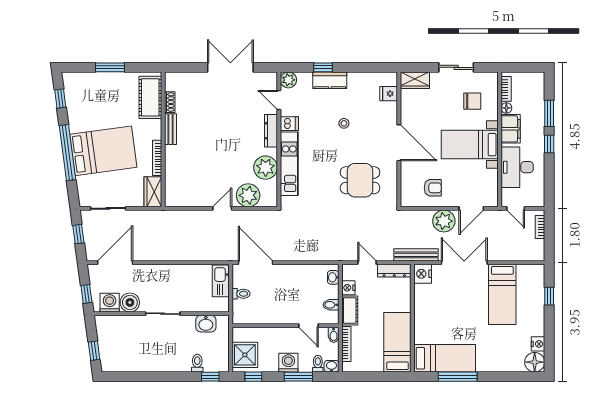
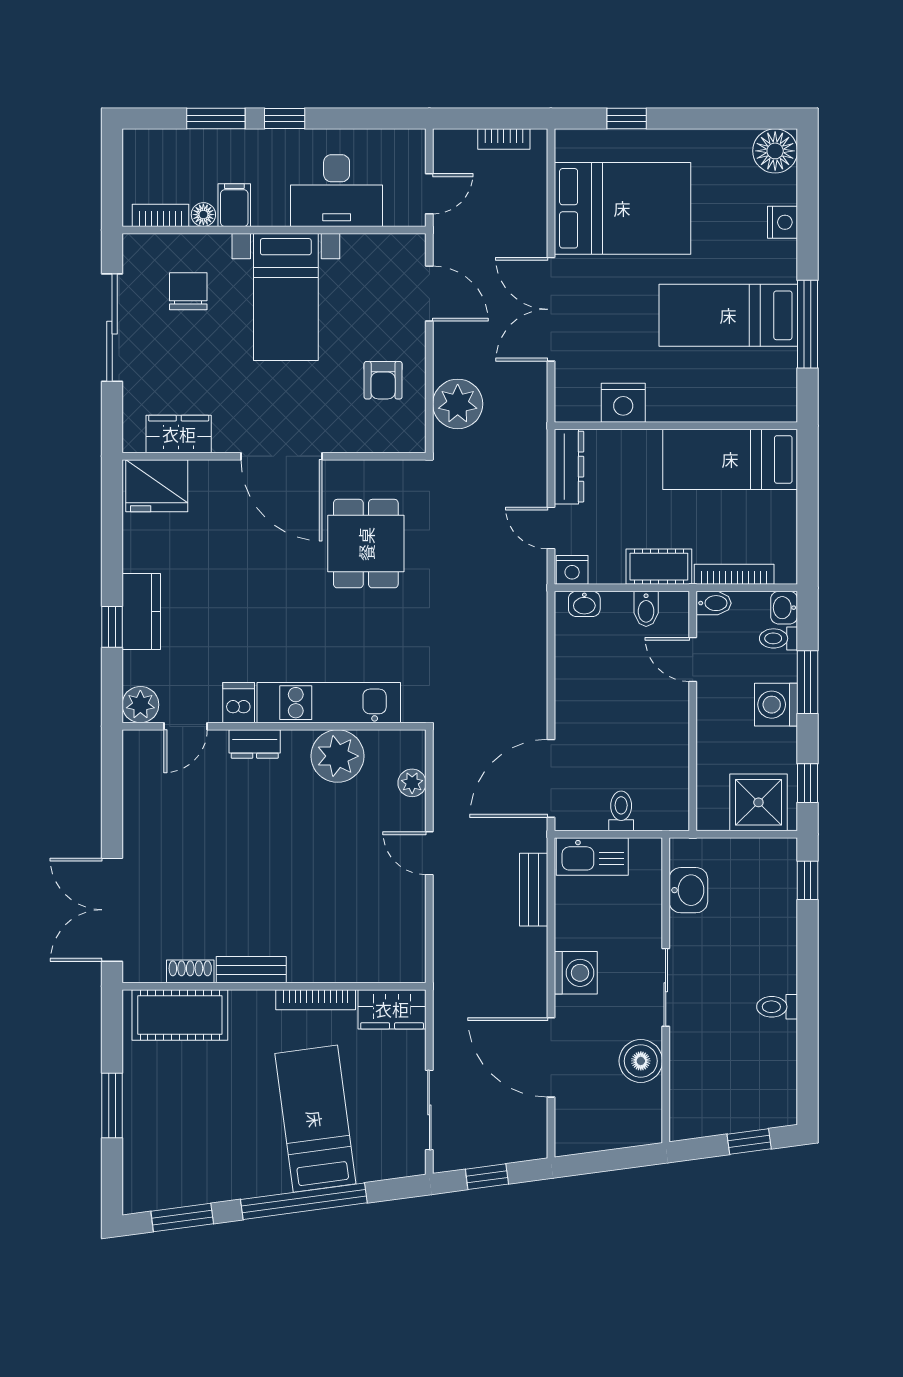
double door: (230, 67) -> (112, 910), moved
sliding door: (456, 67) -> (112, 328), width x1.37
wardrobe: (415, 80) -> (179, 434), moved, turned -90
fridge: (389, 94) -> (157, 486), width x1.88, depth x1.34
window: (60, 98) -> (182, 1217), width x1.50
stool: (344, 123) -> (238, 580), removed
filing cabinet: (511, 129) -> (234, 205), width x0.50
dresser: (271, 131) -> (255, 744), width x0.70
door: (399, 143) -> (282, 456), swing flipped
bed: (103, 151) -> (315, 1119), width x0.67
armchair: (433, 188) -> (383, 380), turned 180
plant: (248, 195) -> (412, 783), width x0.53, depth x0.53
plant: (444, 221) -> (458, 404), moved
bookcase: (540, 227) -> (504, 139), moved
bench: (416, 255) -> (534, 890), moved, width x0.73
door: (115, 263) -> (551, 1057), moved
door: (367, 263) -> (551, 528), hinge flipped
nightstand: (423, 274) -> (623, 403), moved
nightstand: (348, 288) -> (572, 570), moved
window: (86, 294) -> (622, 1159), removed
bed: (502, 294) -> (622, 208), width x1.50
washing machine: (110, 303) -> (576, 973), moved, turned 180
door: (308, 326) -> (693, 659), swing flipped
nightstand: (538, 344) -> (783, 222), moved, turned 90
bed: (445, 358) -> (728, 315), moved, turned -90
toilet: (197, 363) -> (777, 1007), moved

